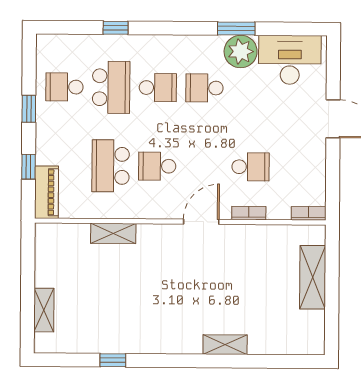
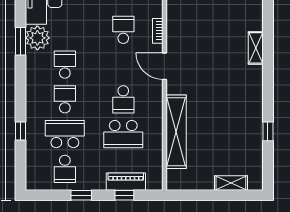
school desk: (204, 88) -> (65, 65), turned 180
piano: (47, 192) -> (126, 182), moved
shelving: (113, 233) -> (176, 132), width x2.20, depth x1.33

